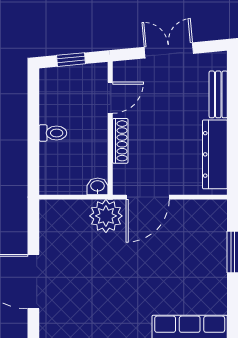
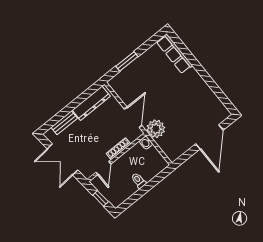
double door: (169, 50) -> (62, 159), width x1.37
door: (110, 98) -> (103, 168), swing flipped
door: (148, 197) -> (133, 117), hinge flipped

